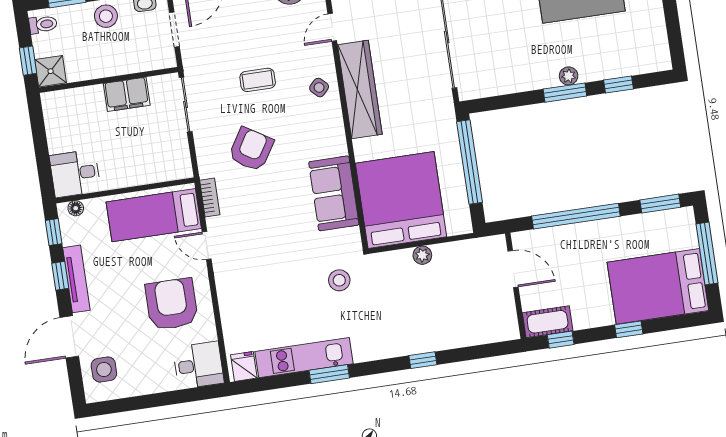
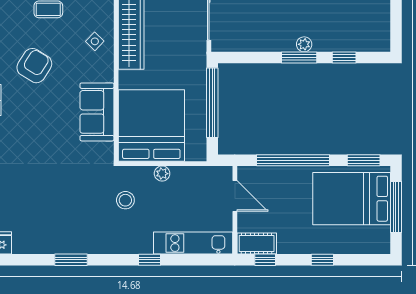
side table: (319, 88) -> (95, 41), moved
stool: (339, 280) -> (125, 200), moved
bed: (658, 286) -> (352, 199), moved
kitchen unit: (304, 358) -> (193, 243), moved

